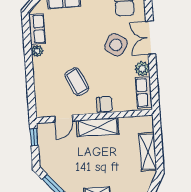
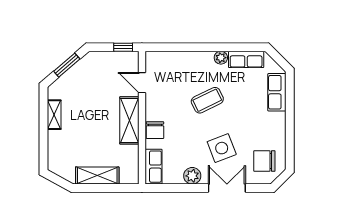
side table: (116, 45) -> (222, 148), turned 37
coffee table: (77, 82) -> (207, 100), moved
row of seats: (144, 93) -> (153, 167), moved, turned 90

